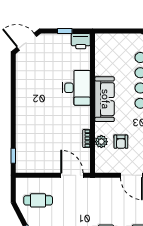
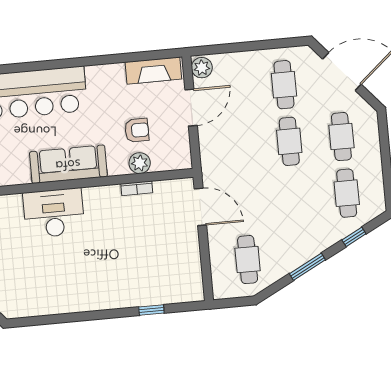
window: (13, 156) -> (151, 310), moved
door: (72, 175) -> (200, 207), swing flipped

